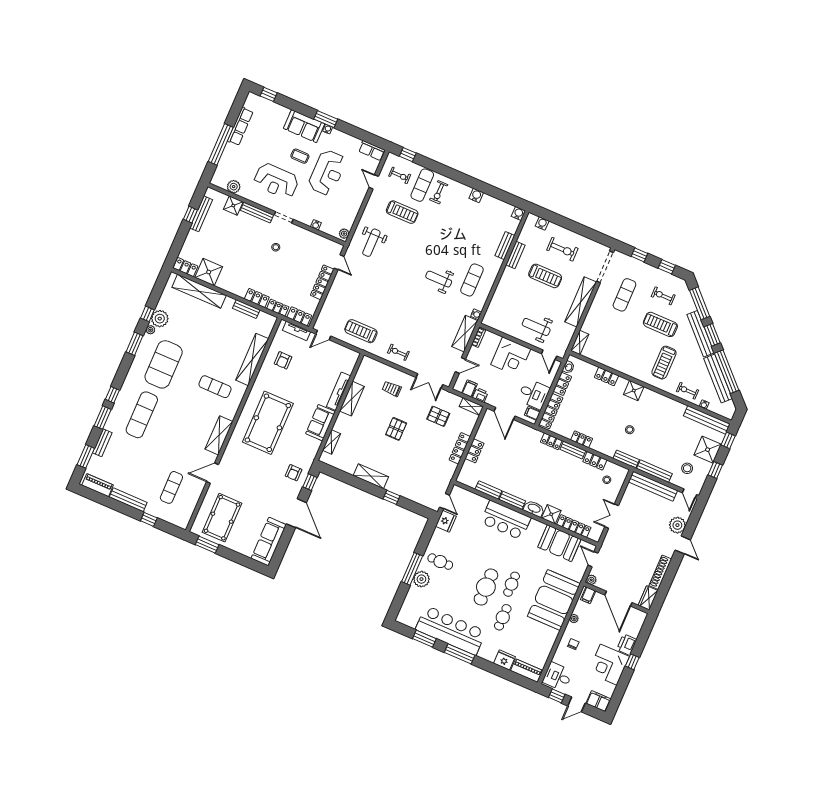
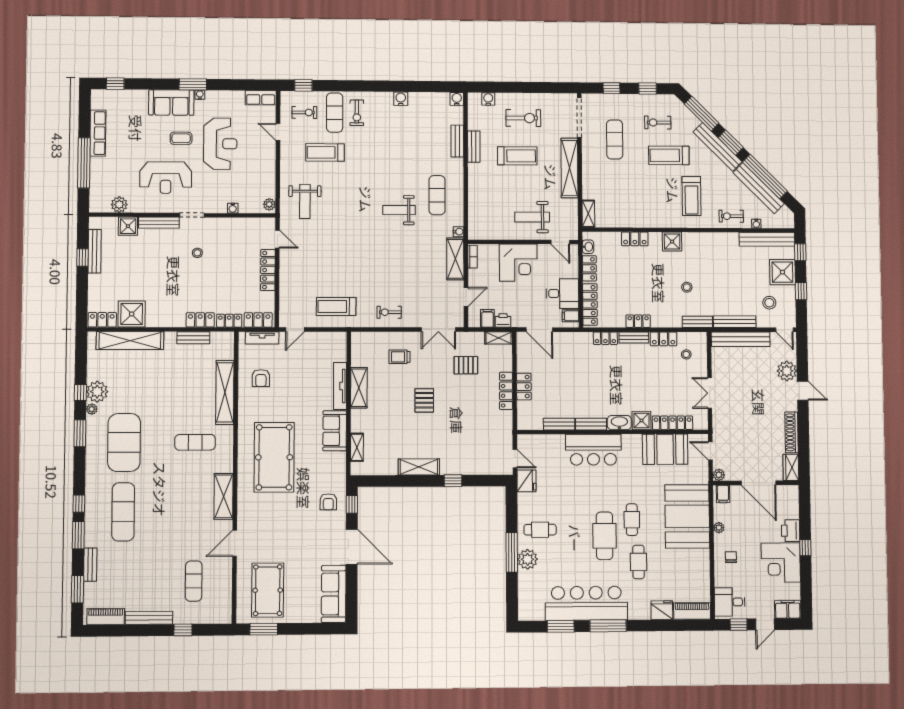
treadmill: (402, 212) -> (325, 152), turned 180

